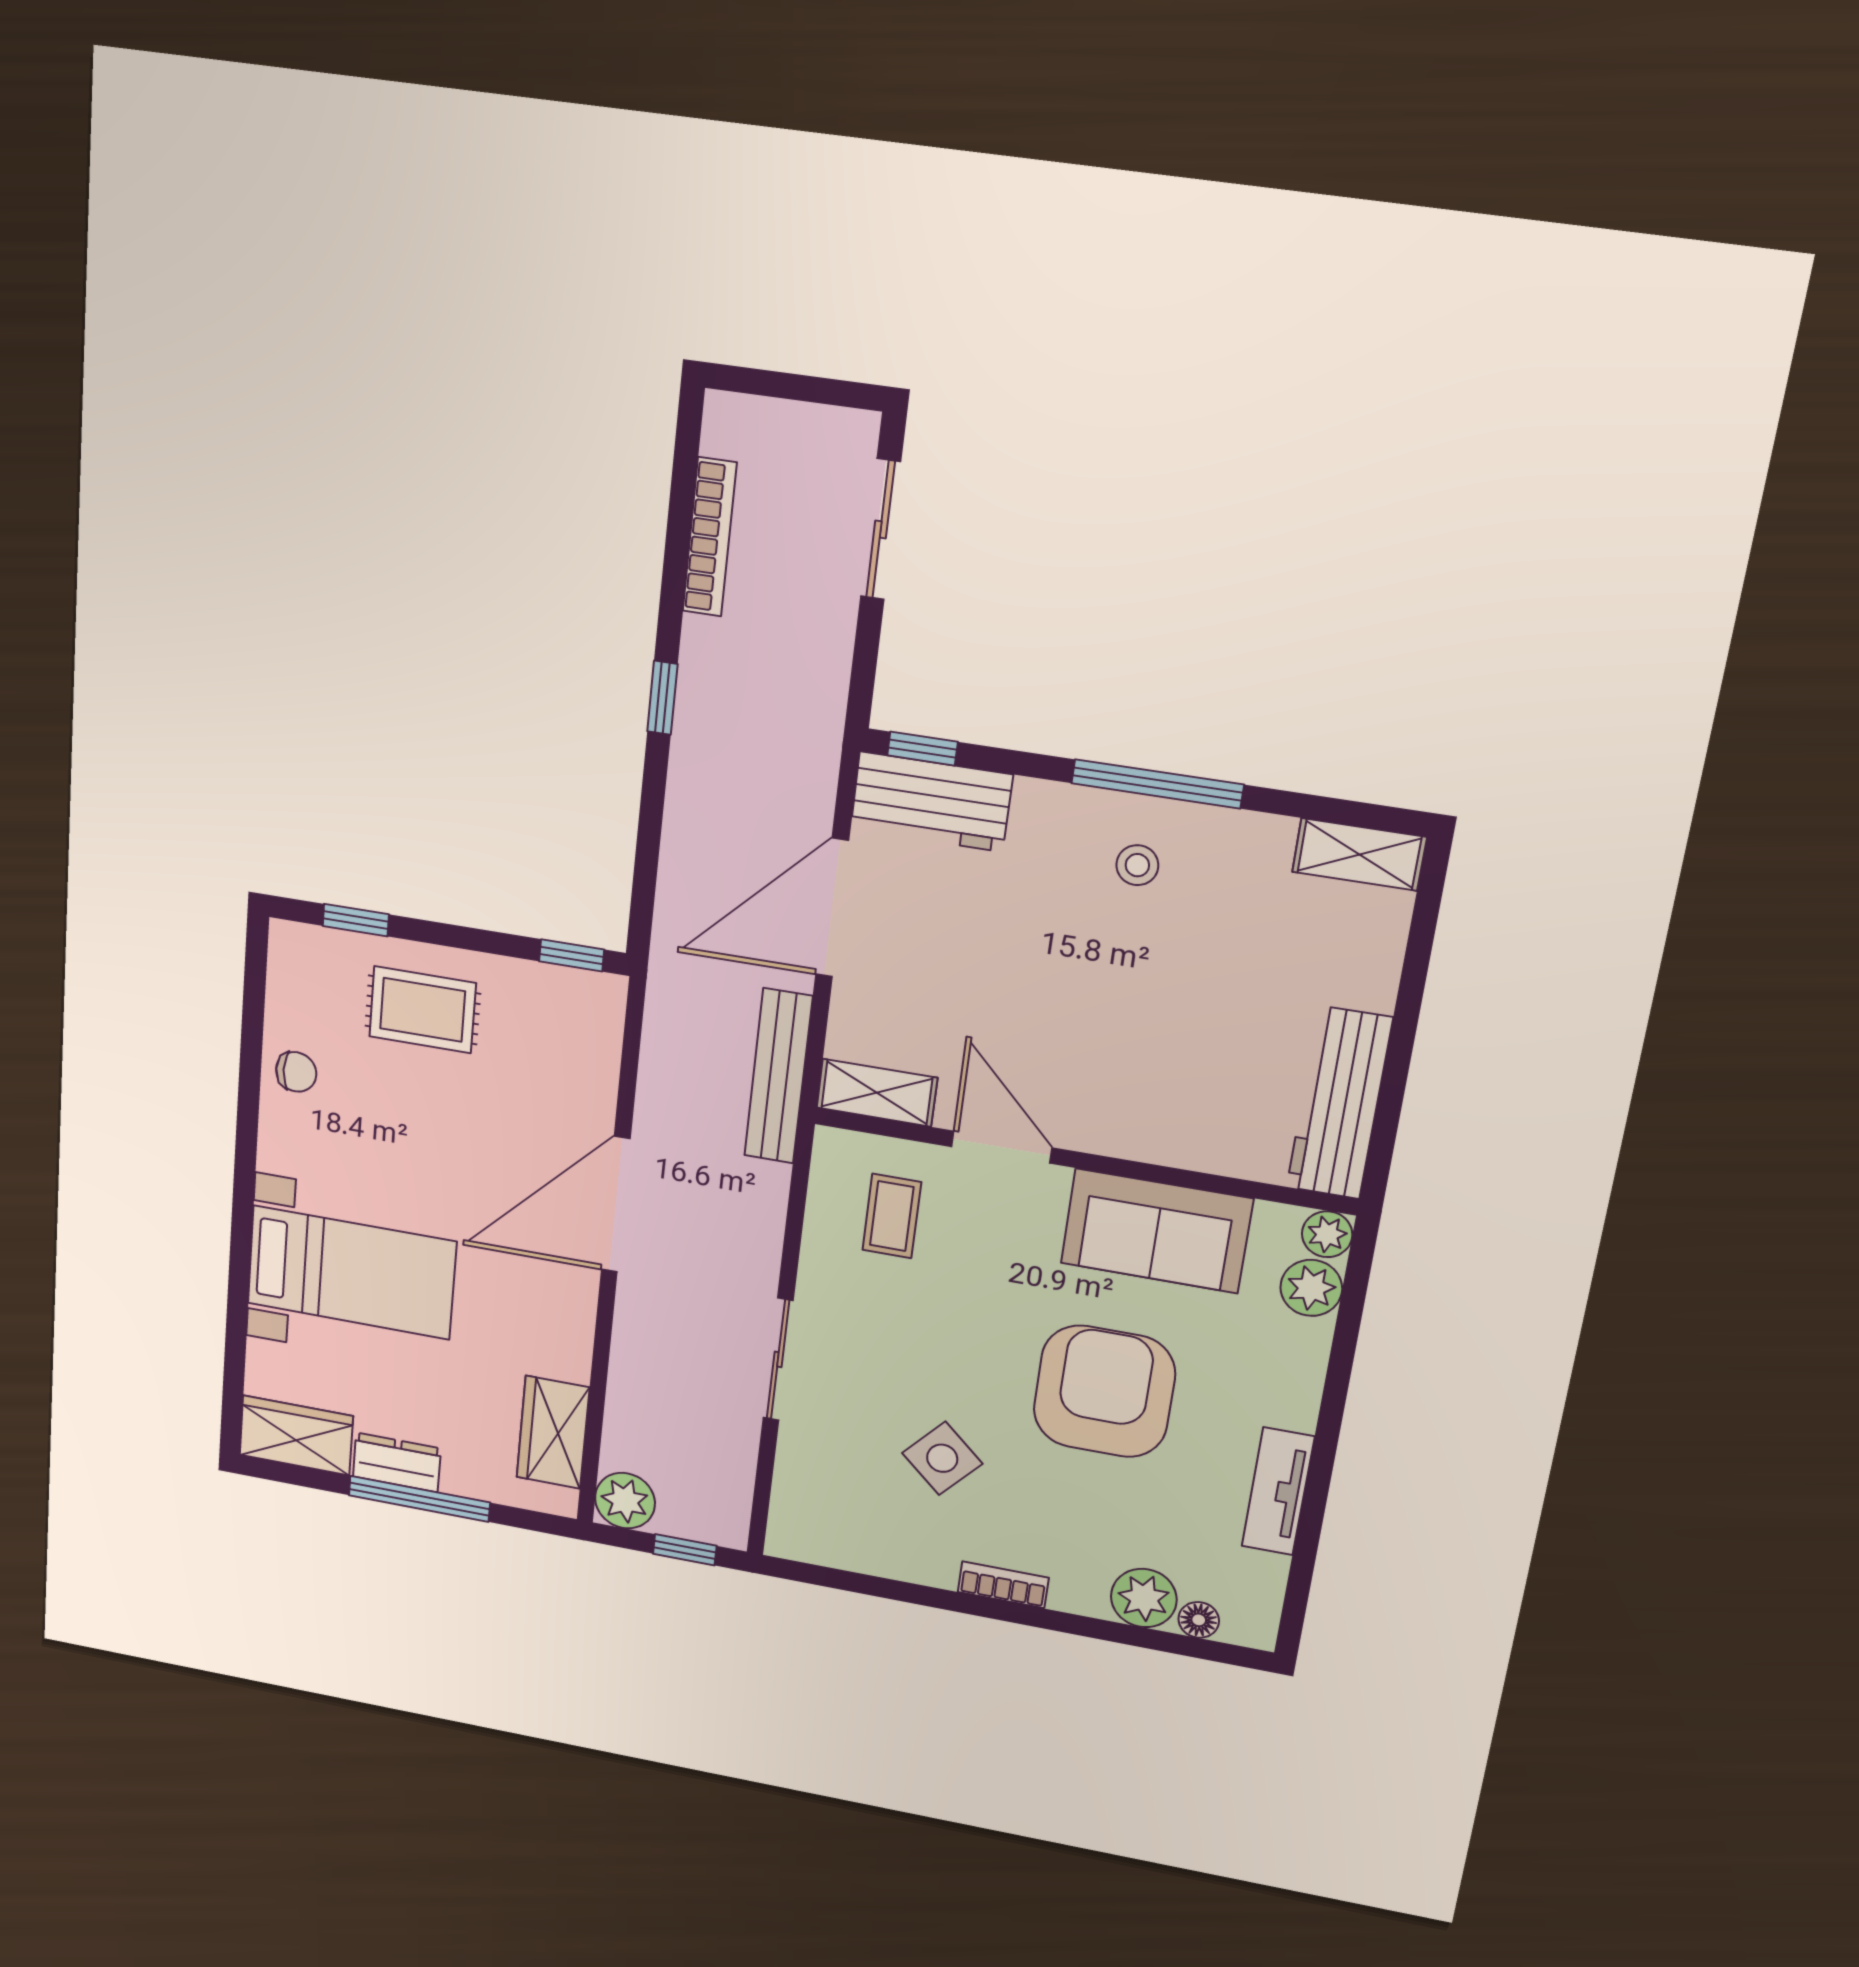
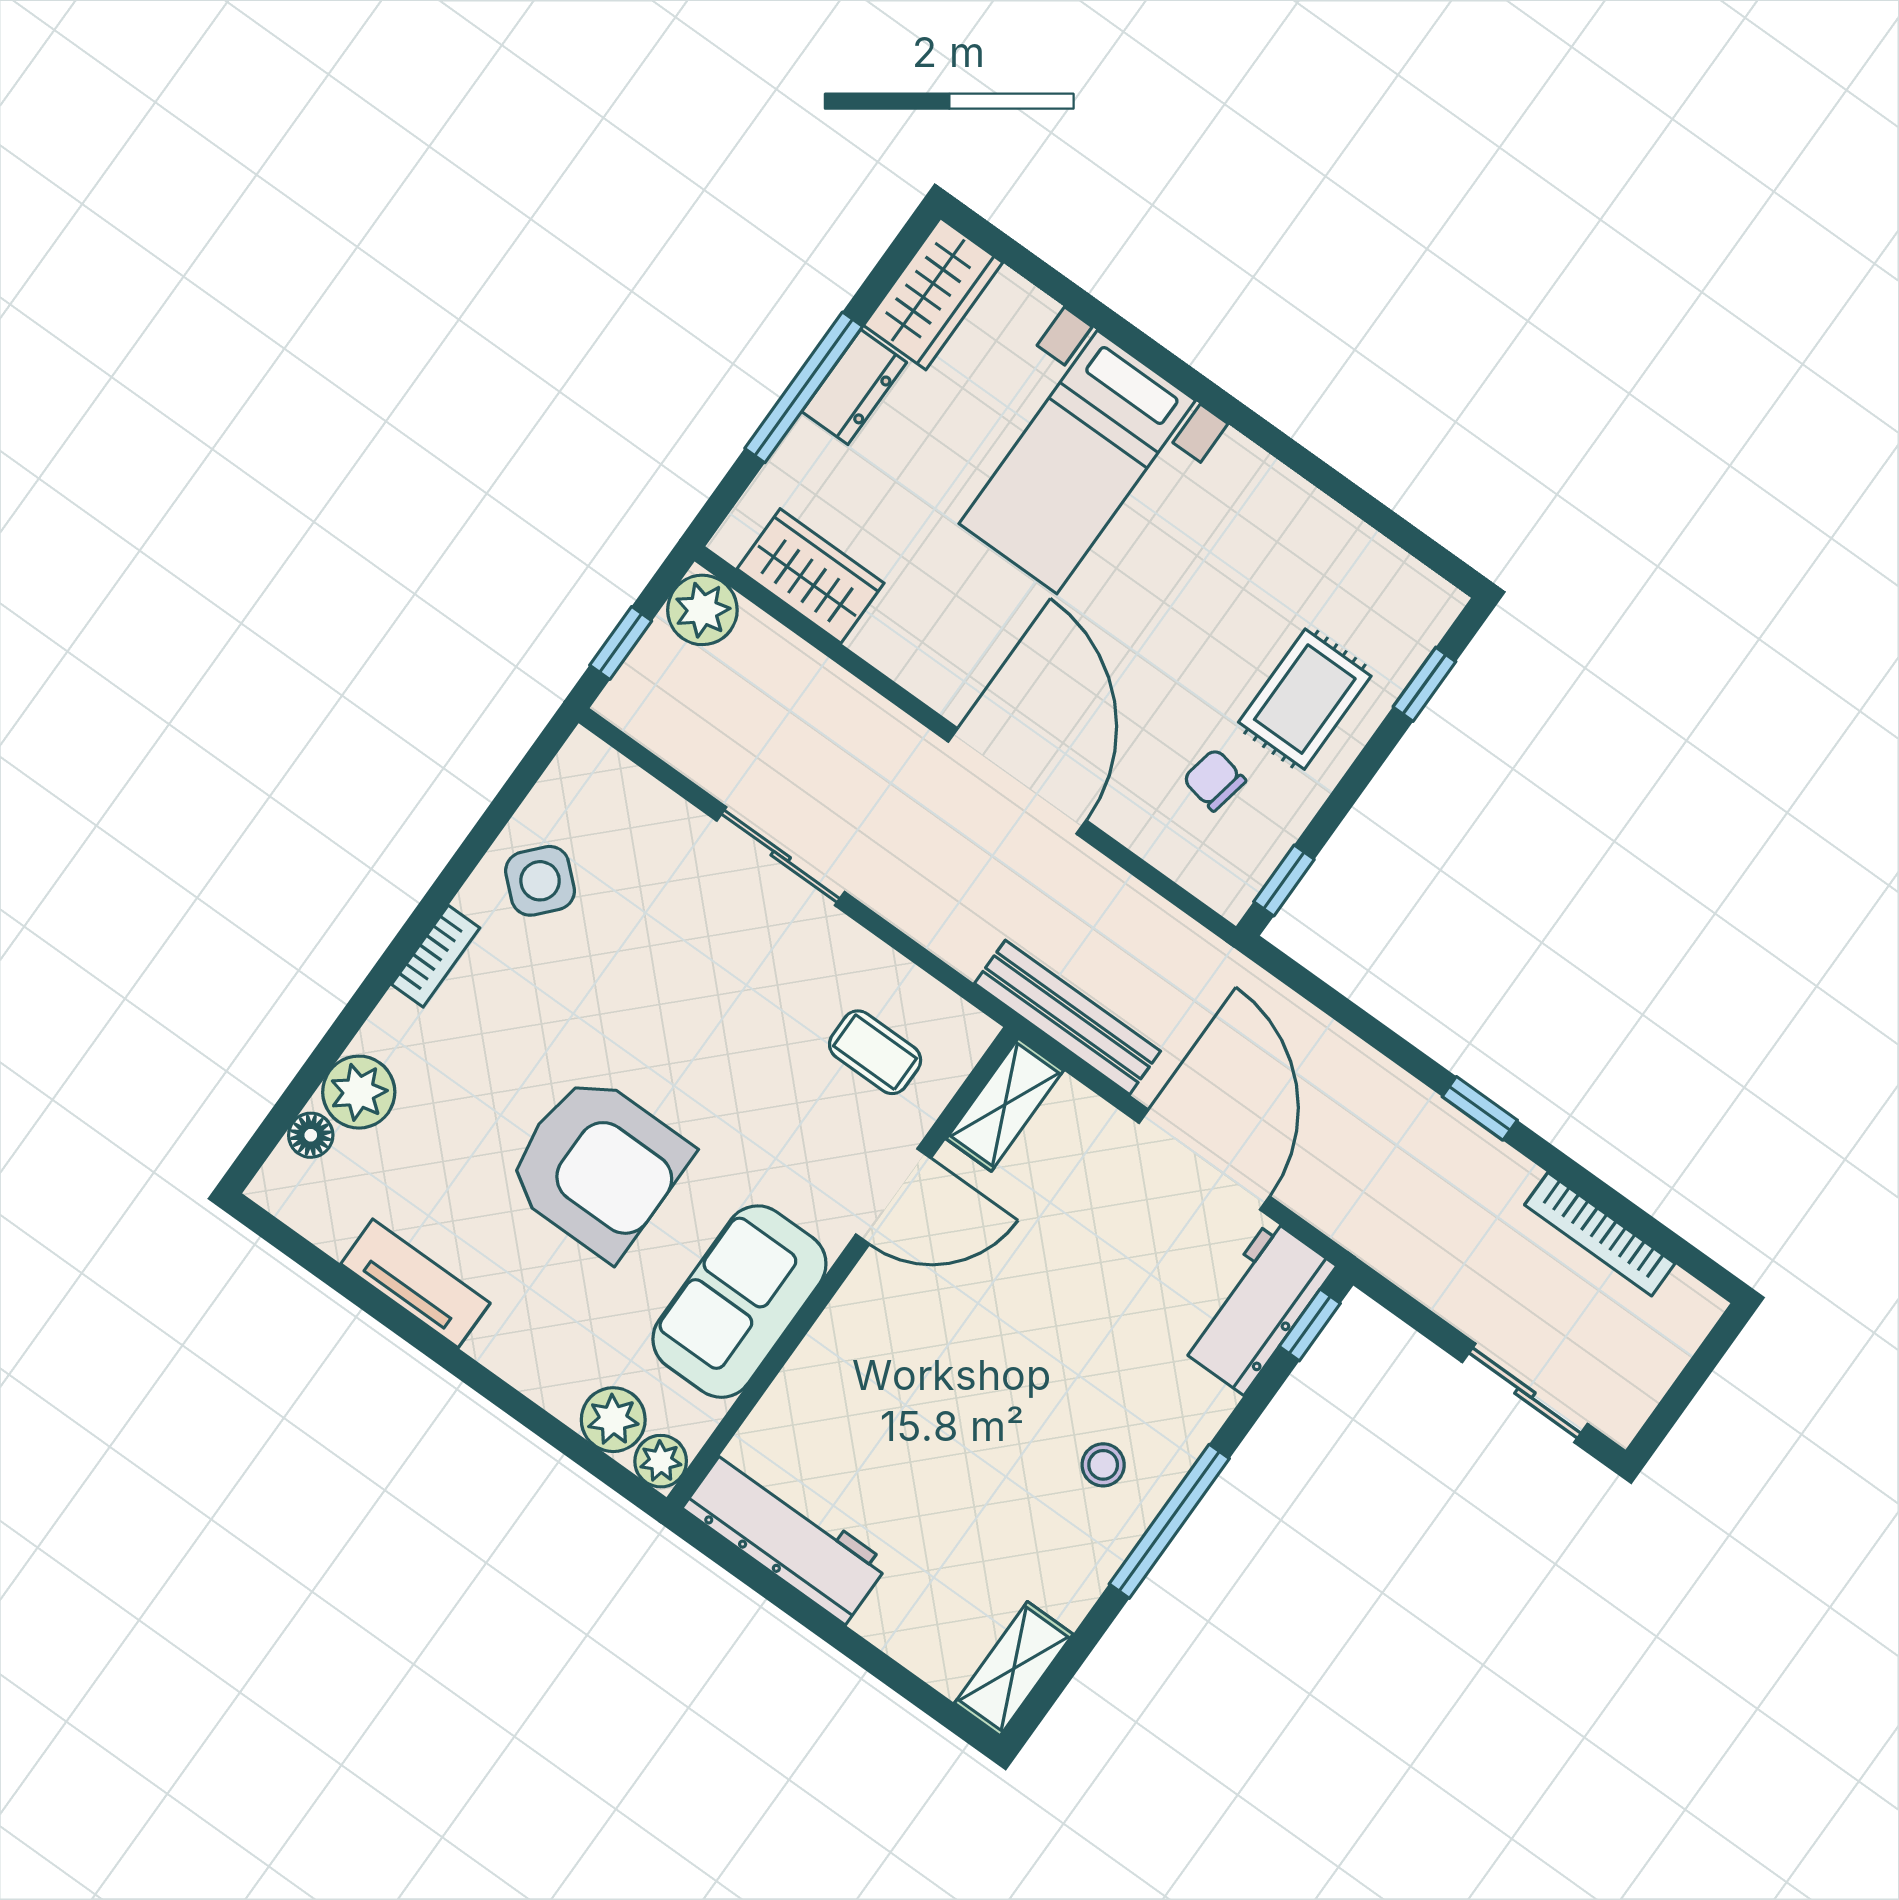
chair: (296, 1072) -> (1214, 780), moved, turned 101
side table: (942, 1458) -> (540, 881), moved

